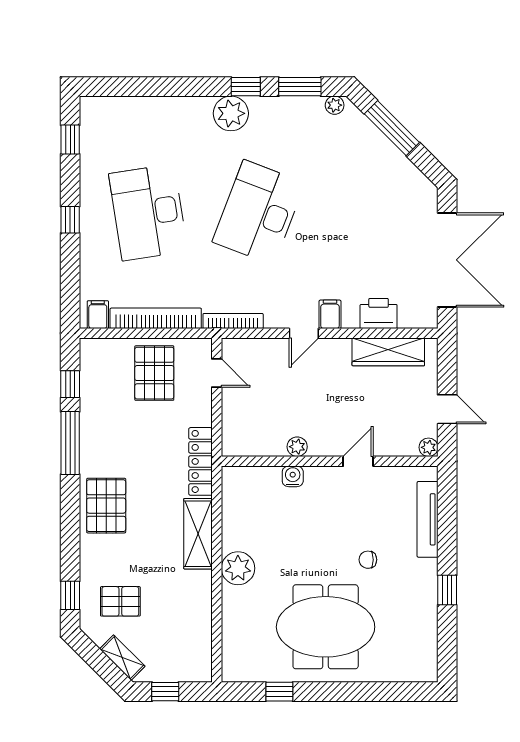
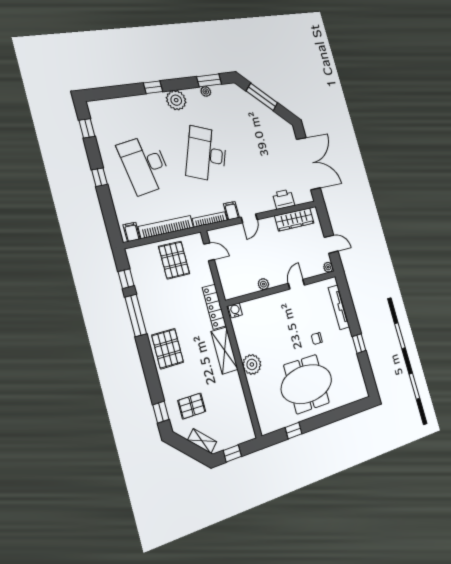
window: (246, 87) -> (153, 87), moved
plant: (335, 105) -> (206, 91), moved
filing cabinet: (330, 314) -> (231, 211), moved
water cooler: (293, 476) -> (235, 310), moved

